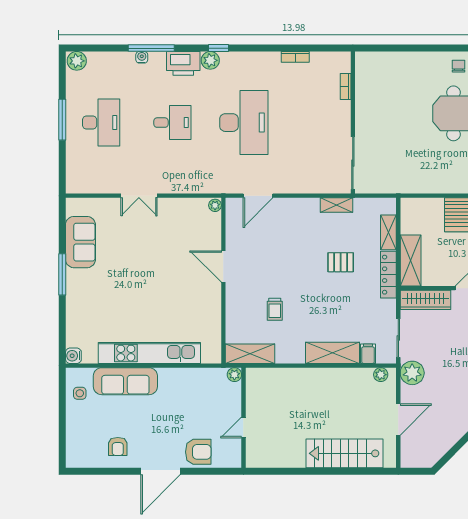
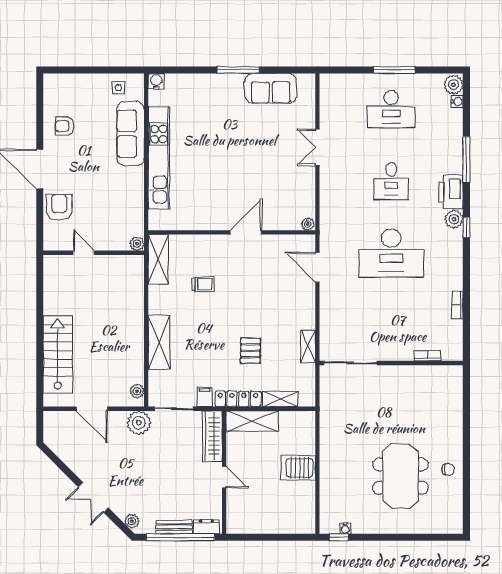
water cooler: (142, 57) -> (457, 101), moved
trolley: (275, 309) -> (203, 284), turned 180
filing cabinet: (368, 354) -> (205, 397), moved, turned -90
armchair: (198, 452) -> (59, 207), turned 180

